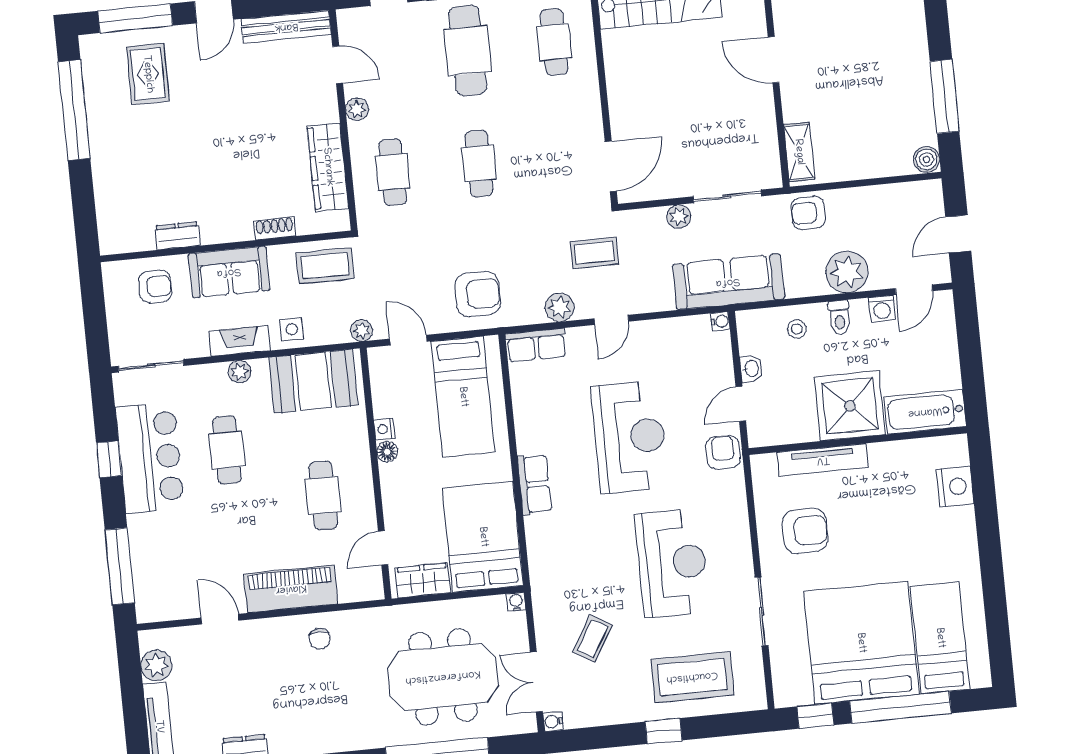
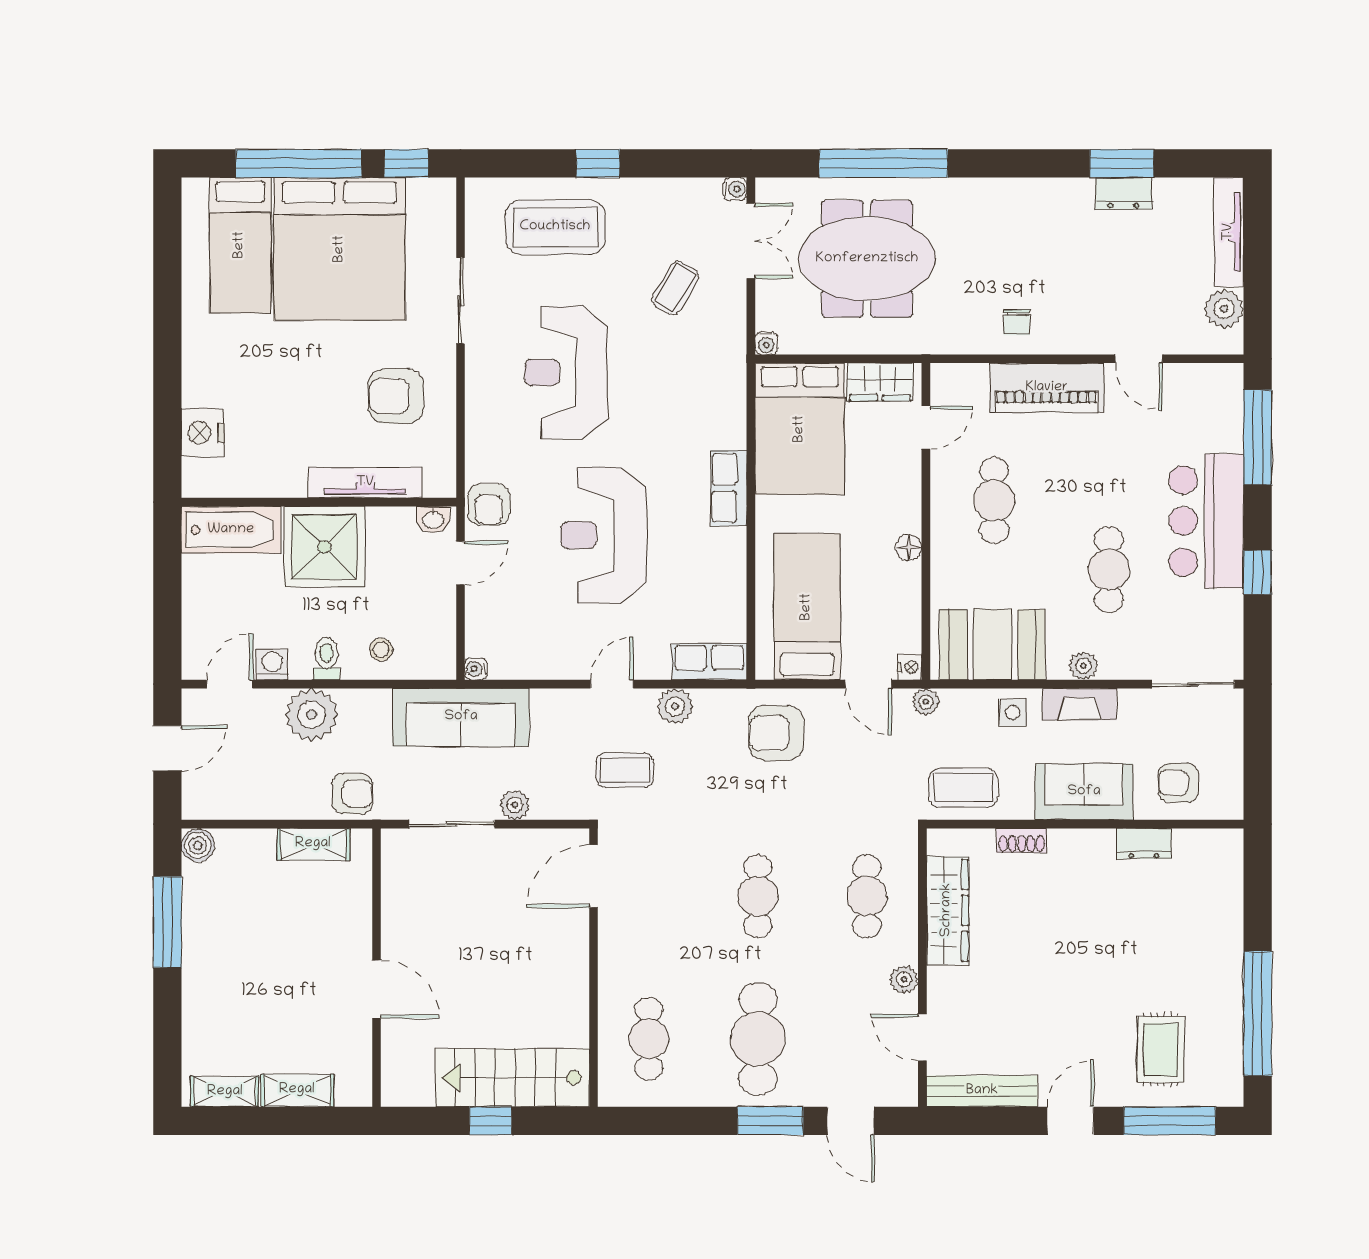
shelving: (799, 152) -> (313, 844), moved, turned 90
washbasin: (751, 369) -> (433, 520), moved, turned -90
nightstand: (384, 429) -> (910, 667), moved
bar counter: (150, 457) -> (1206, 521), moved
chair: (320, 639) -> (1017, 322), turned 180

